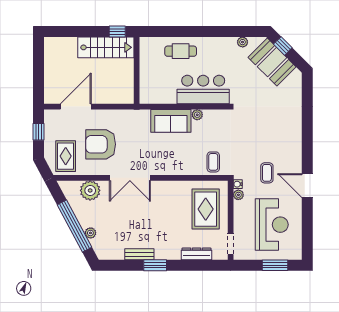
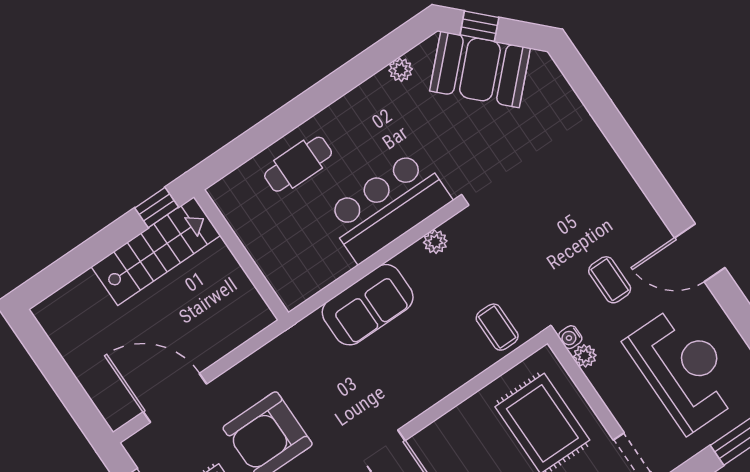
door: (76, 107) -> (175, 398), hinge flipped
plant: (197, 115) -> (435, 242), moved

